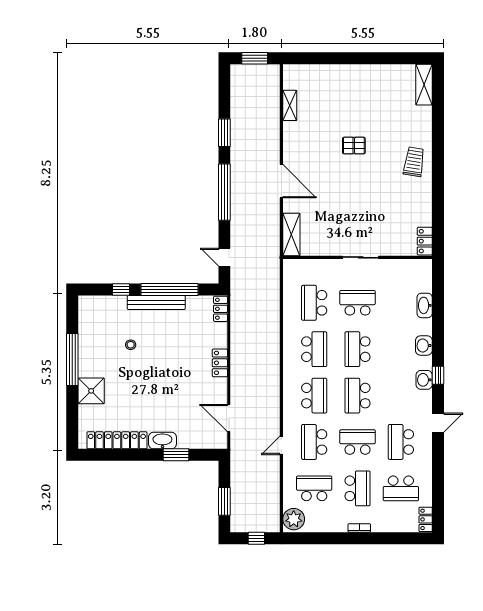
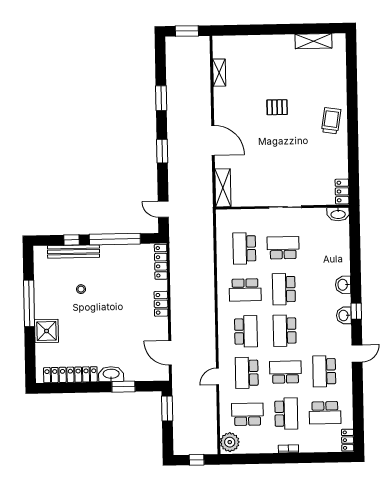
shelving: (424, 85) -> (314, 41), moved, turned 90
window: (224, 192) -> (162, 151), width x0.47
bench: (156, 303) -> (73, 252), moved
washbasin: (425, 305) -> (338, 214), moved, turned -90
locker: (221, 309) -> (161, 262), width x1.53
school desk: (314, 349) -> (245, 290), turned 90
window: (224, 501) -> (167, 408), moved

